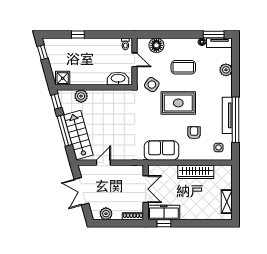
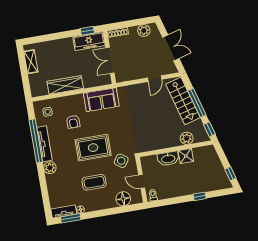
plant: (226, 70) -> (50, 168), moved
shower: (63, 78) -> (186, 156), moved
washbasin: (118, 79) -> (168, 159), moved

